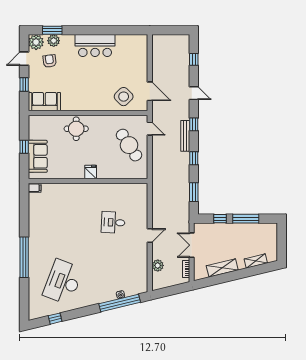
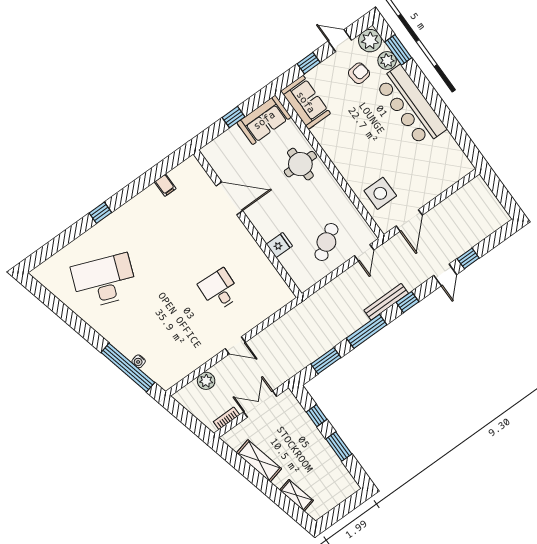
bar counter: (95, 46) -> (411, 106), width x1.36
window: (194, 59) -> (468, 258), moved
side table: (124, 97) -> (380, 193), turned 45
cafe table: (129, 145) -> (326, 242), width x0.73, depth x0.74
sofa: (38, 156) -> (264, 120), moved
window: (194, 158) -> (367, 331), width x2.17
fridge: (91, 172) -> (279, 245), moved
door: (67, 181) -> (229, 198), added
filing cabinet: (35, 188) -> (165, 185), moved
window: (246, 219) -> (339, 446), width x0.69
window: (24, 257) -> (100, 213), width x0.32
window: (55, 319) -> (53, 303), removed

